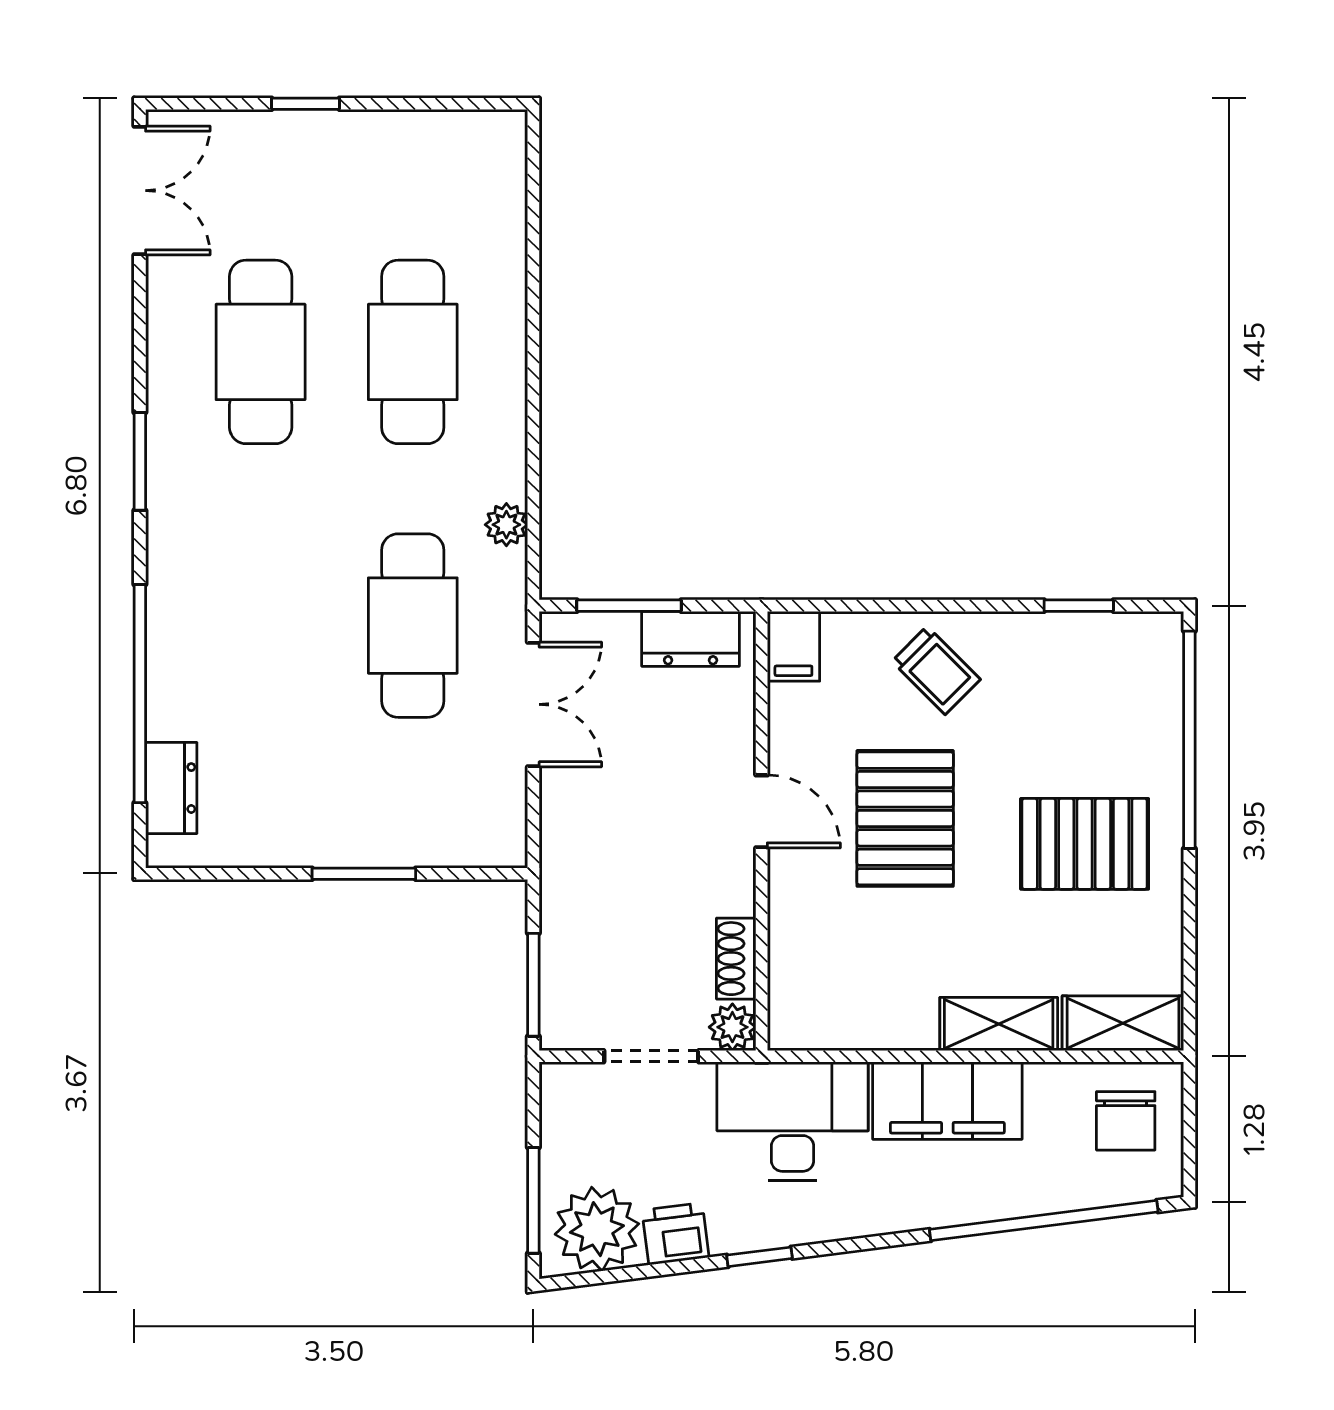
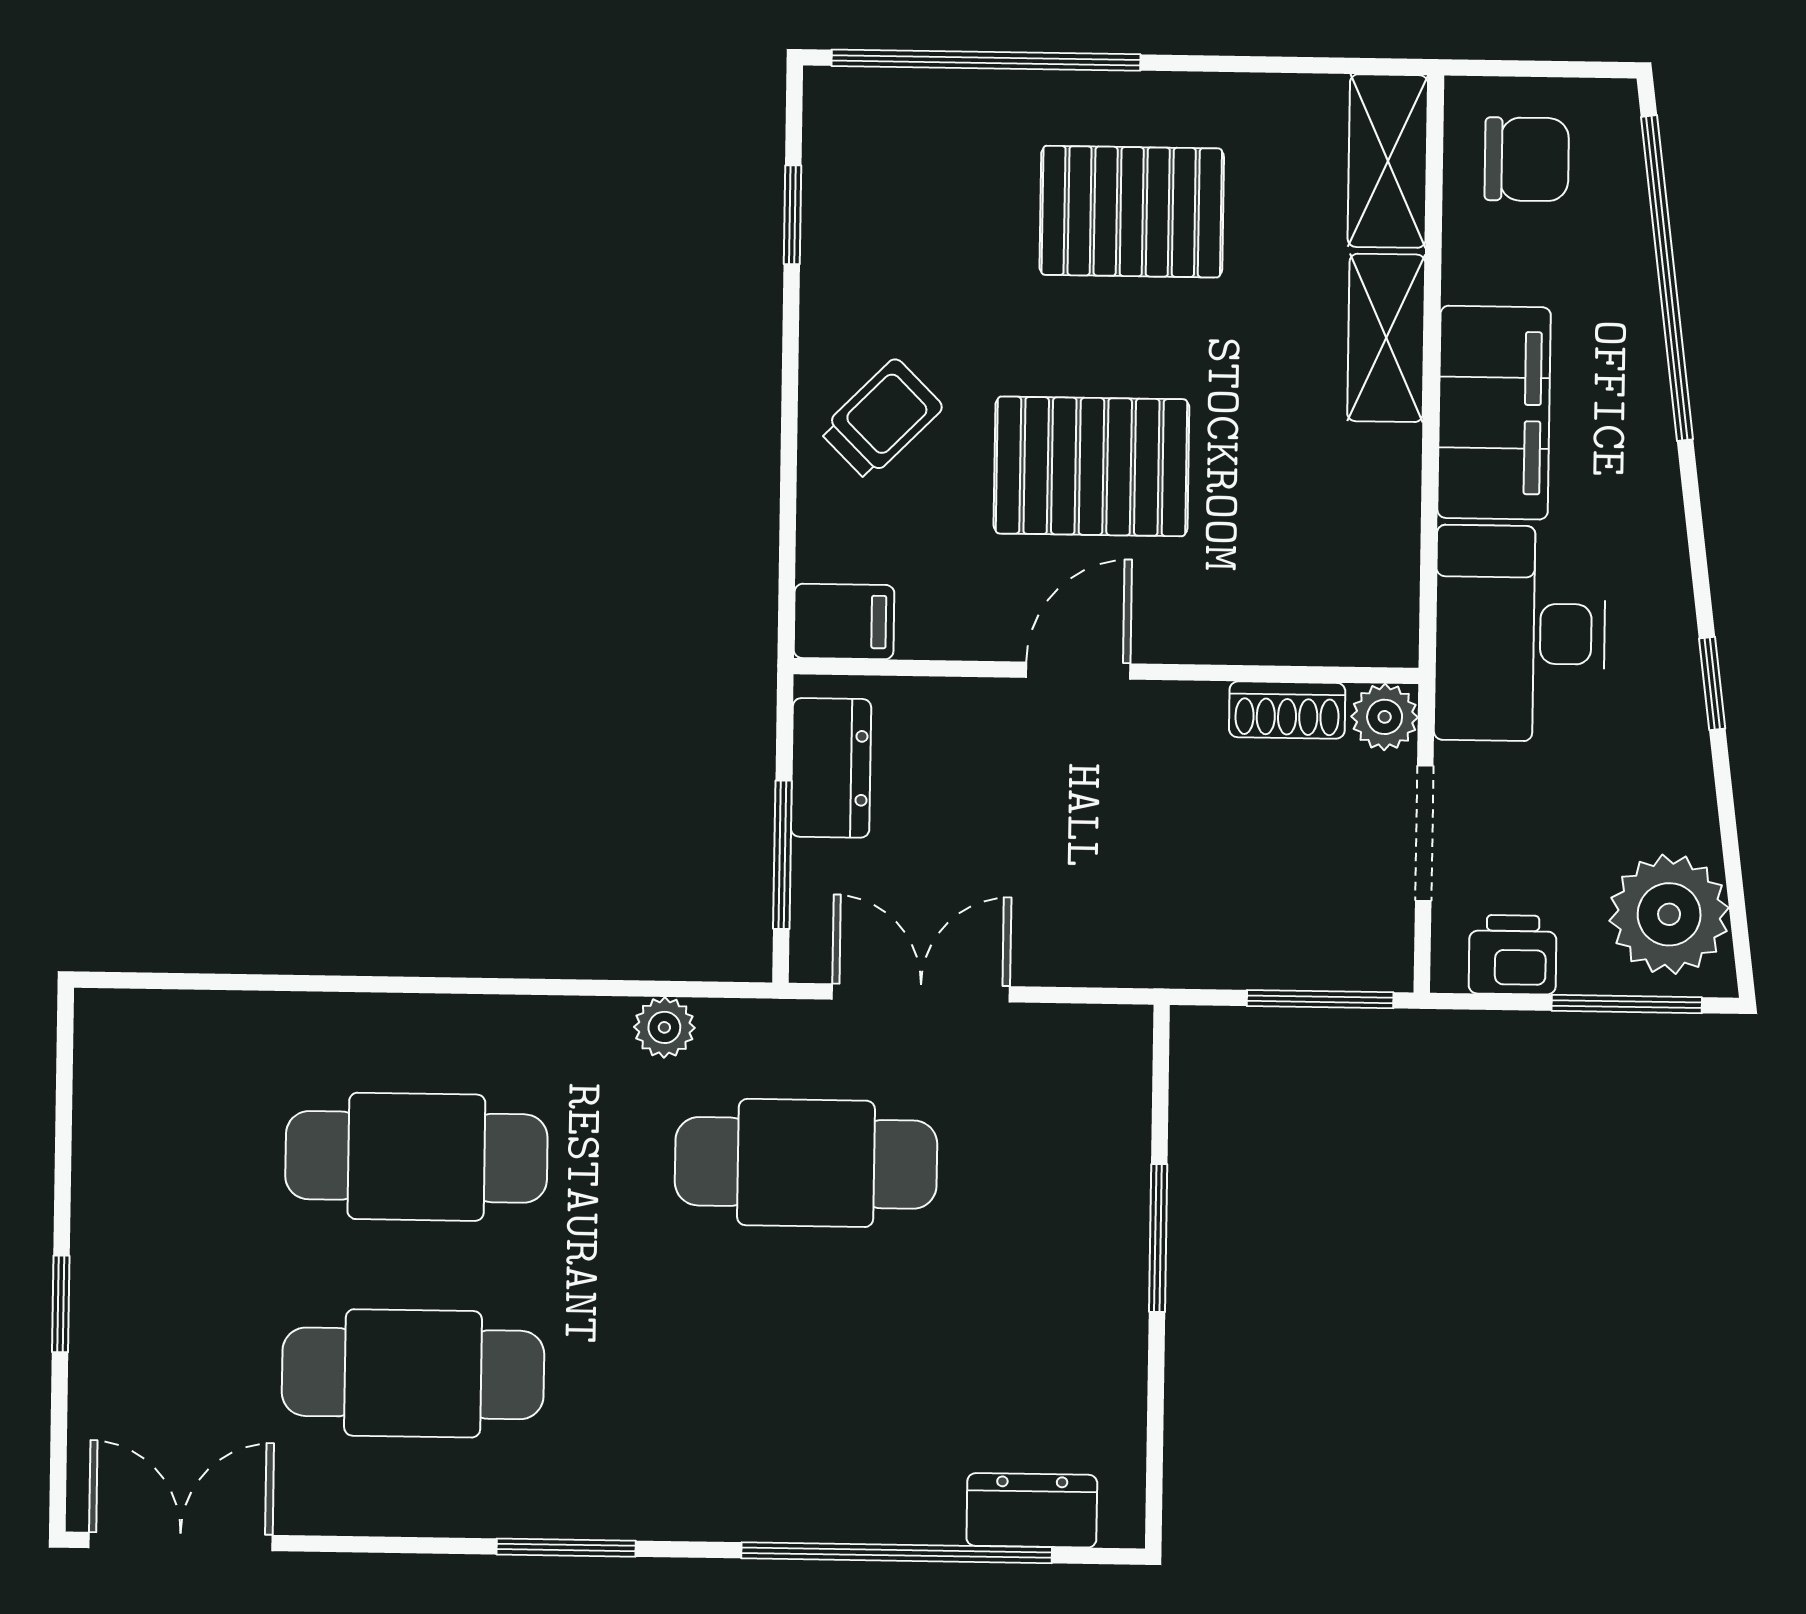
pallet: (1085, 844) -> (1132, 212), turned 90
printer: (675, 1234) -> (1513, 955), moved, turned 97

